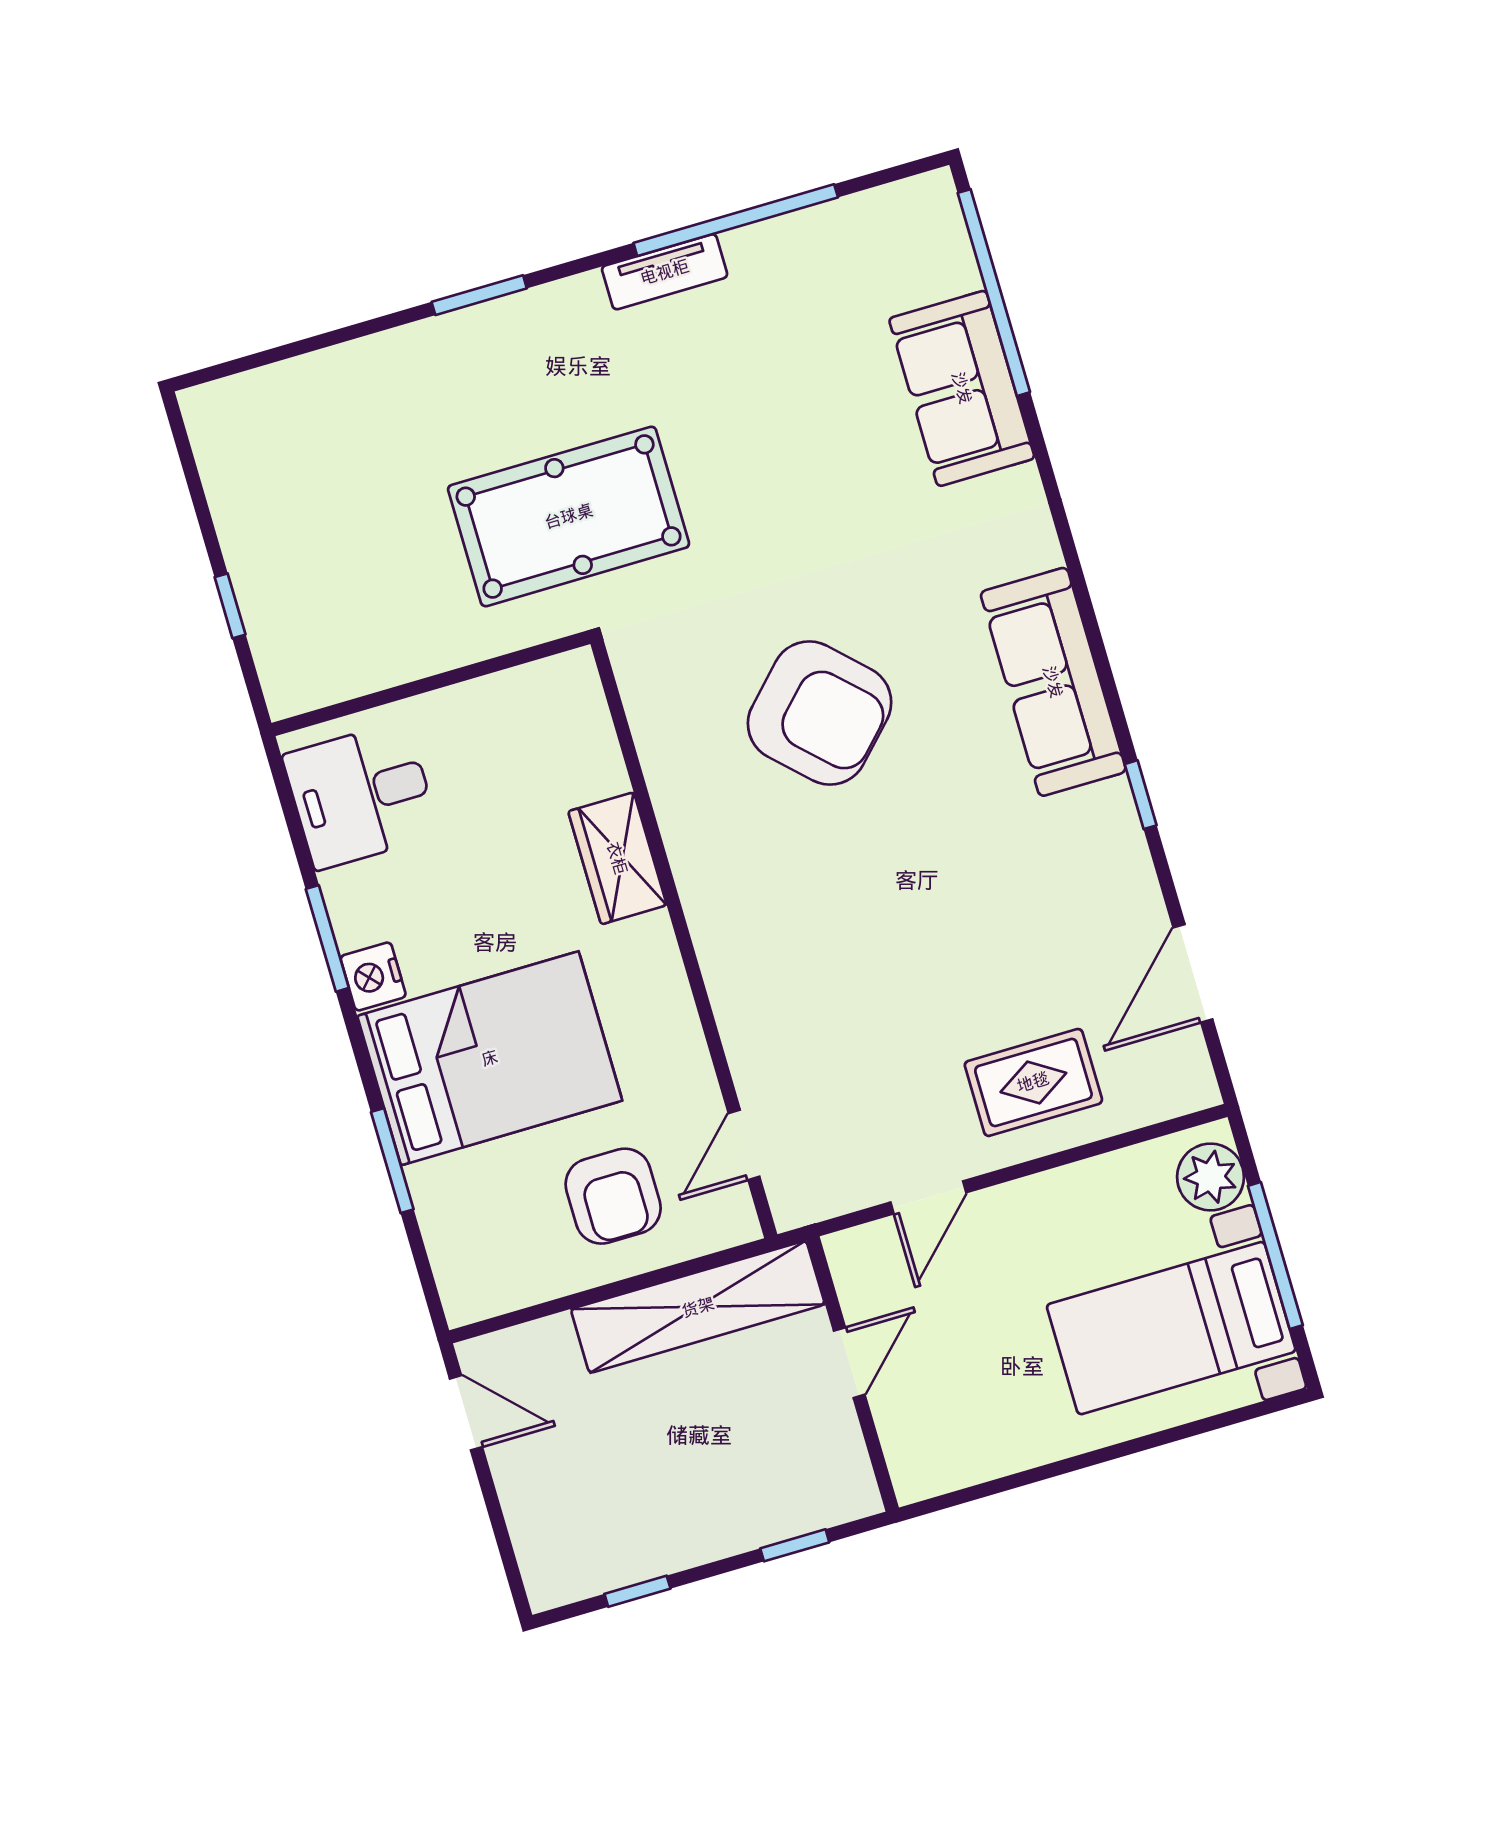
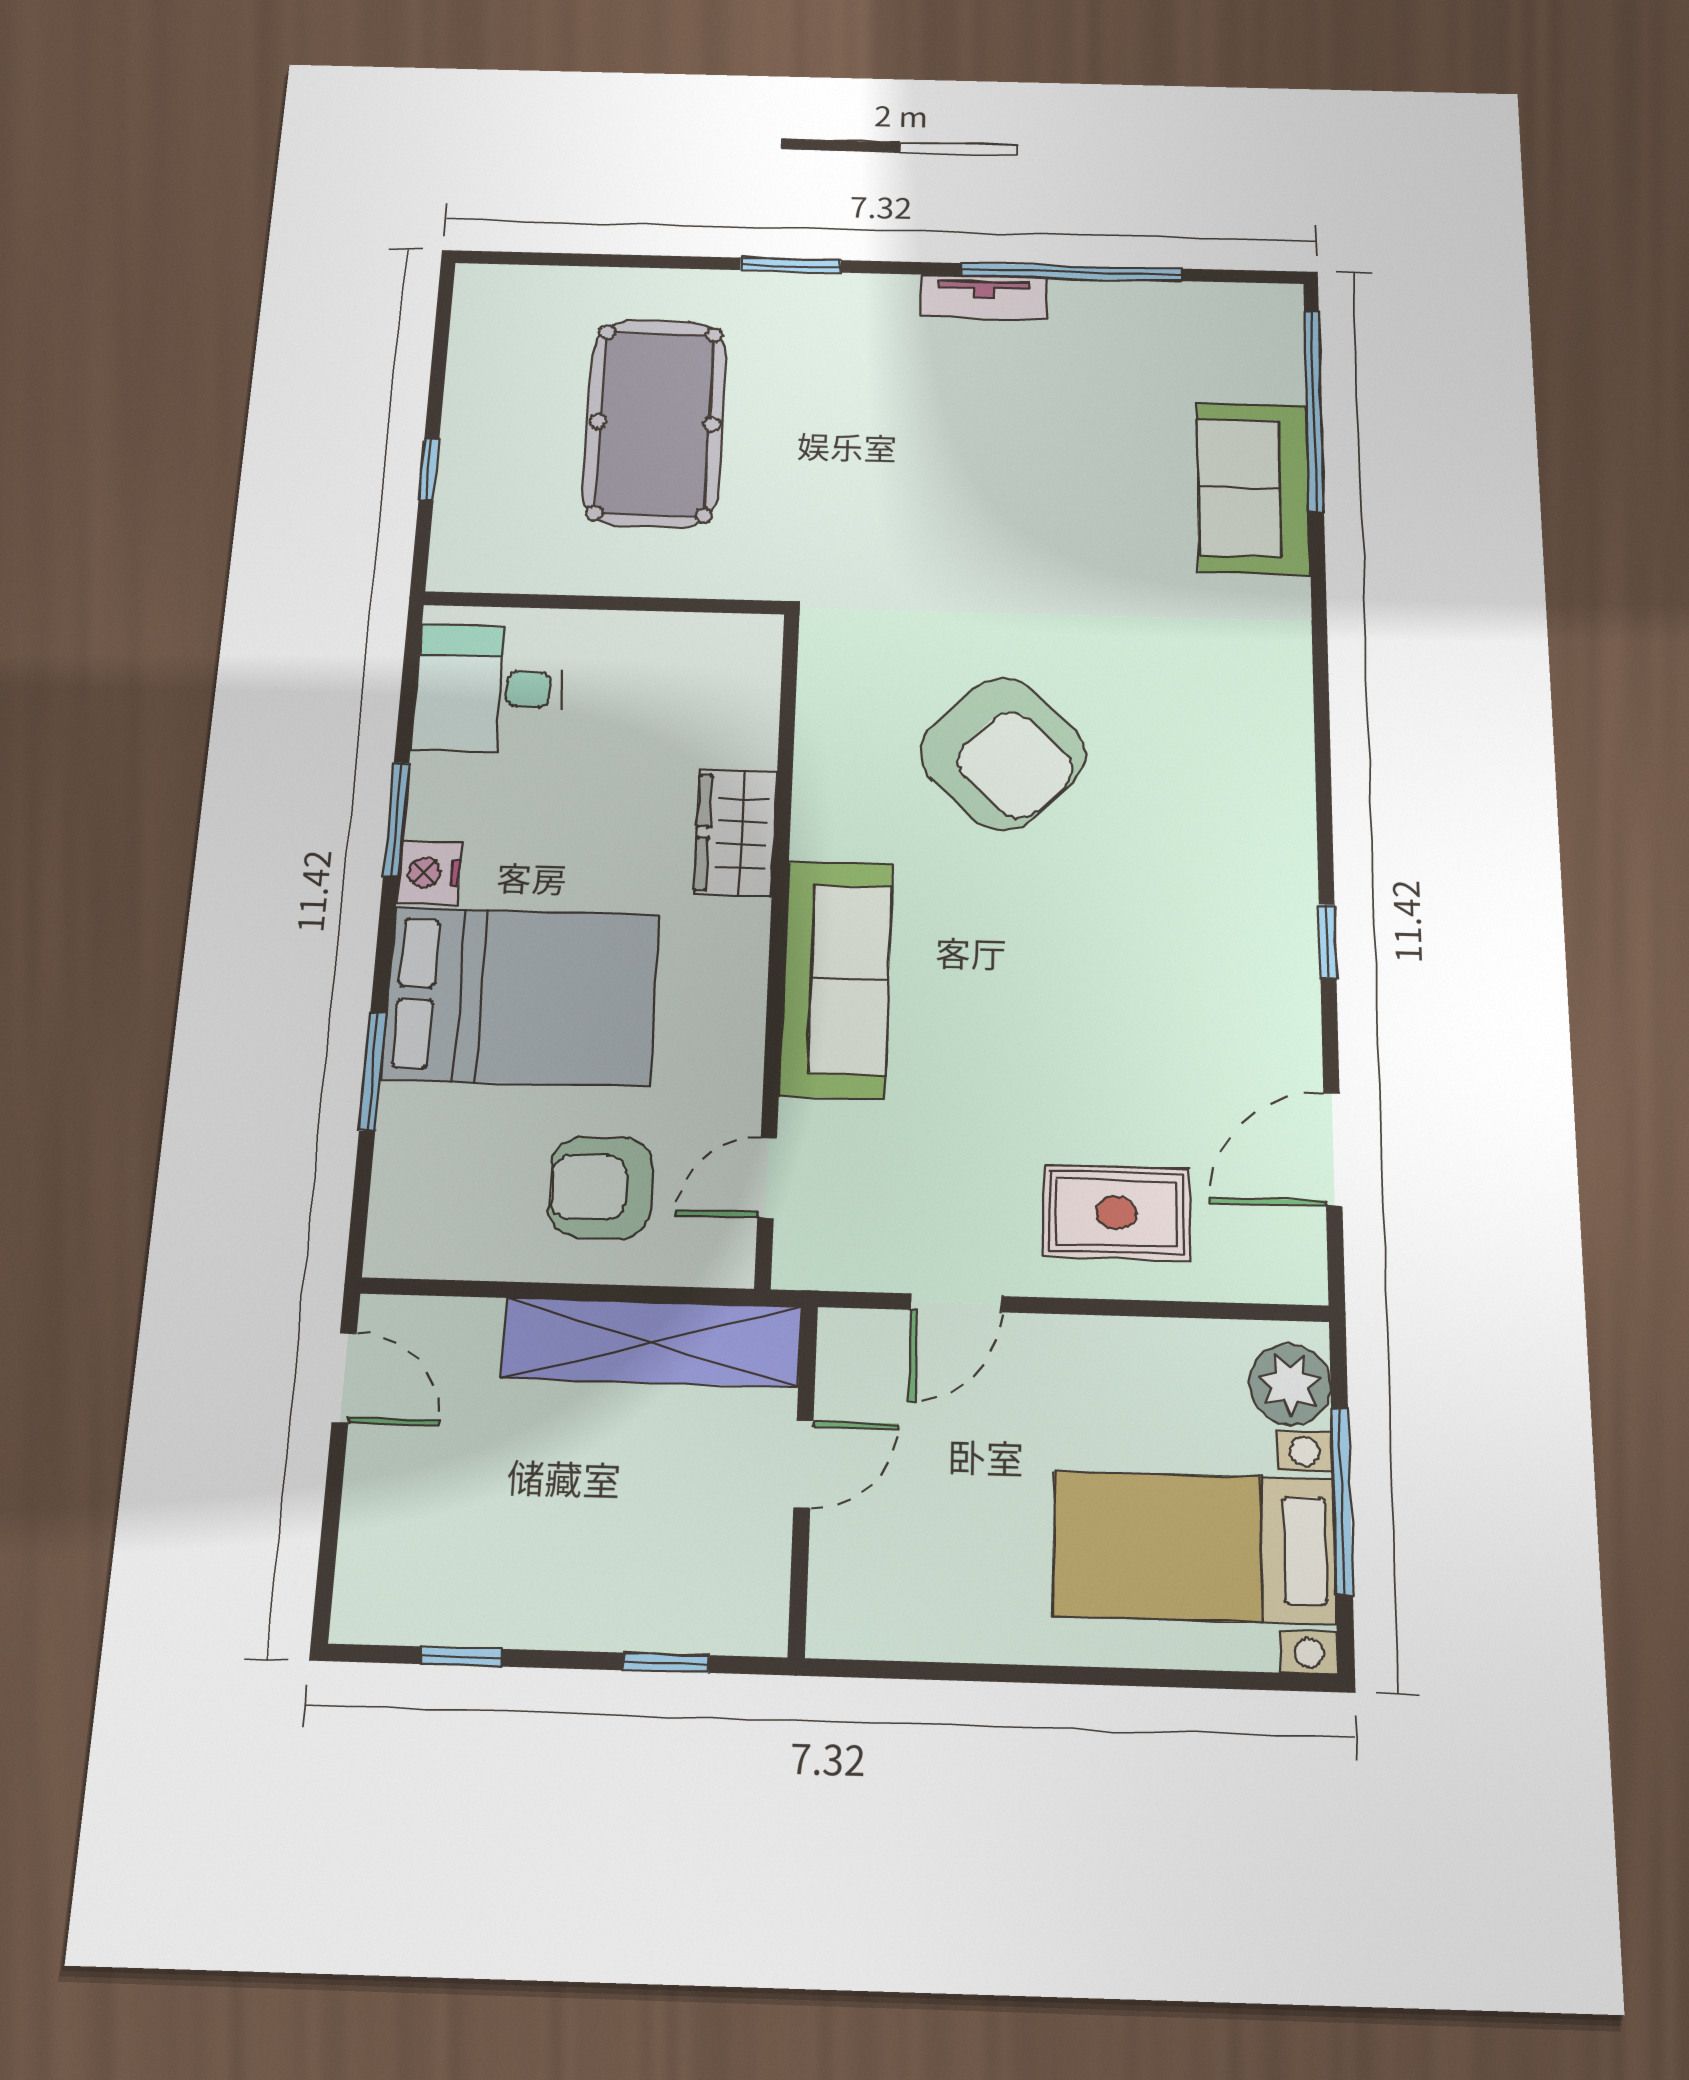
pool table: (569, 516) -> (655, 423), moved, turned 90
sofa: (1053, 682) -> (836, 979), moved, turned 180
armchair: (613, 1196) -> (601, 1187), turned 90

